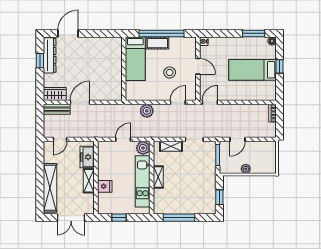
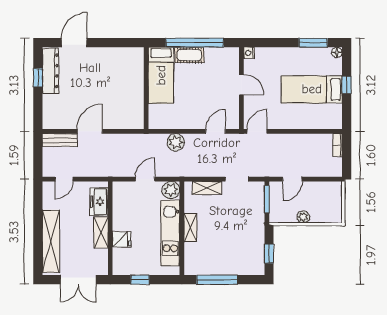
stool: (170, 72) -> (205, 93), removed
wardrobe: (55, 94) -> (57, 121), removed

